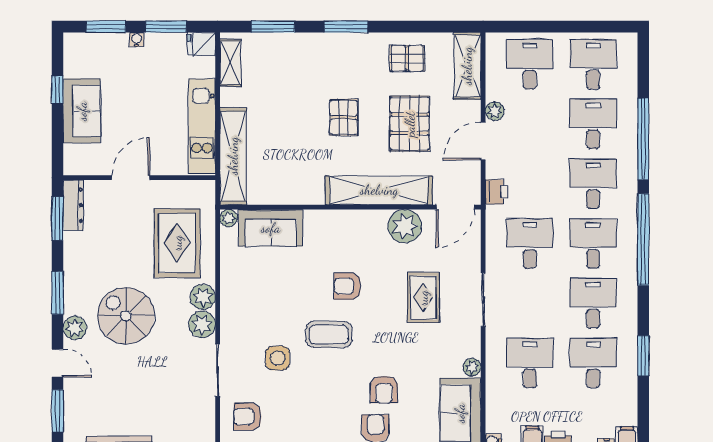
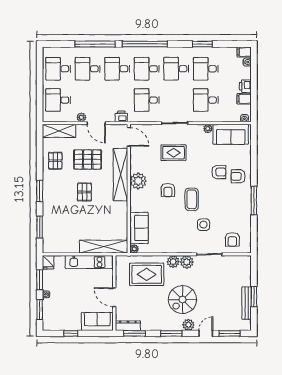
shelving: (230, 63) -> (57, 248), removed
sofa: (82, 111) -> (97, 321), moved
pallet: (344, 117) -> (84, 192), turned 90
plant: (405, 226) -> (138, 181), moved

